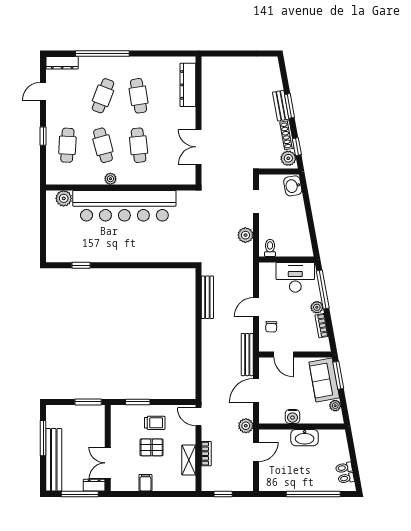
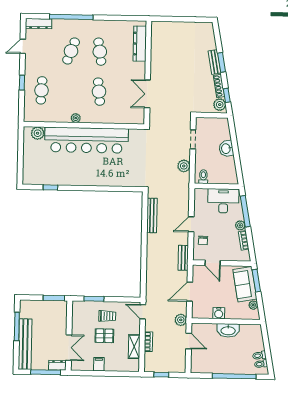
cafe table: (103, 145) -> (70, 91), removed
washbasin: (293, 186) -> (226, 149), moved
bench: (247, 355) -> (183, 258), width x0.73
door: (256, 452) -> (189, 341), hinge flipped
double door: (108, 463) -> (69, 348), swing flipped

